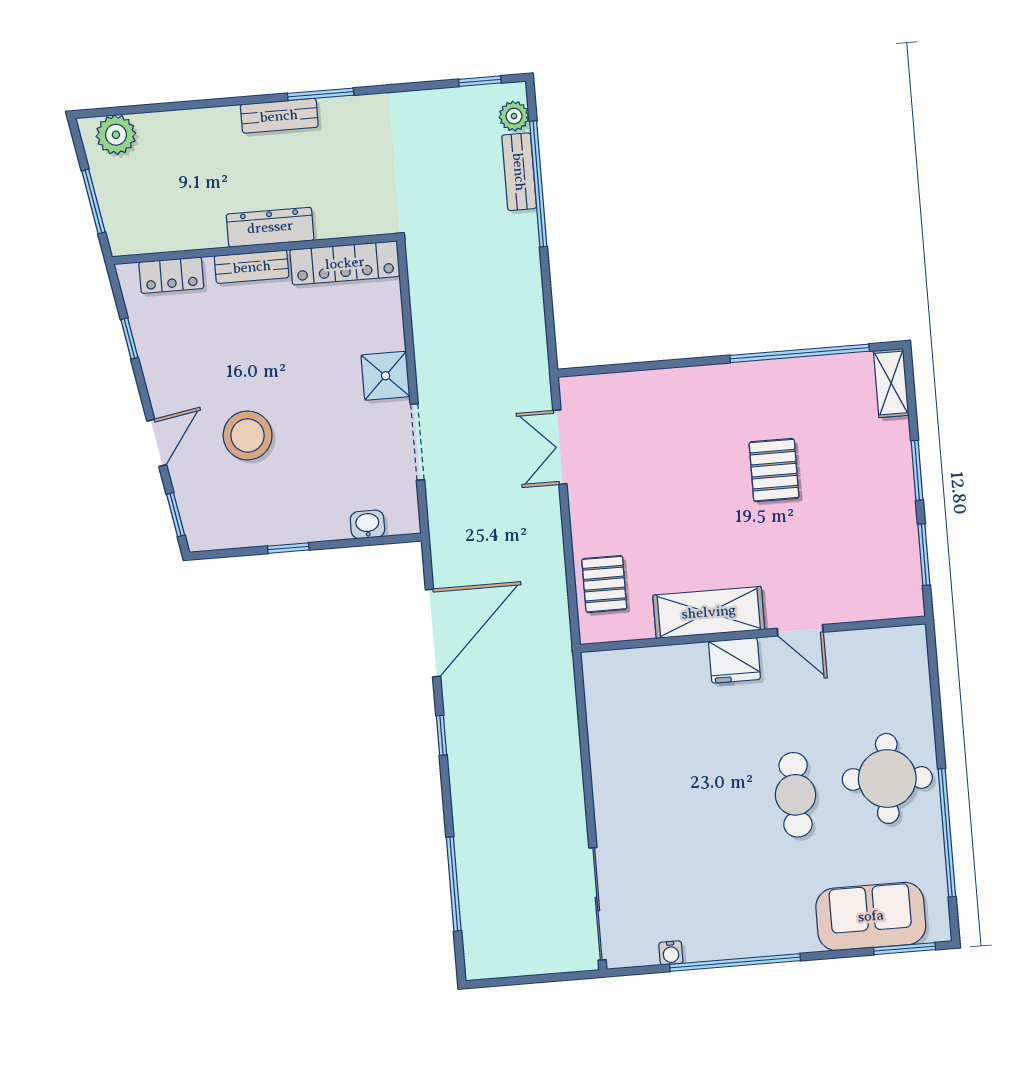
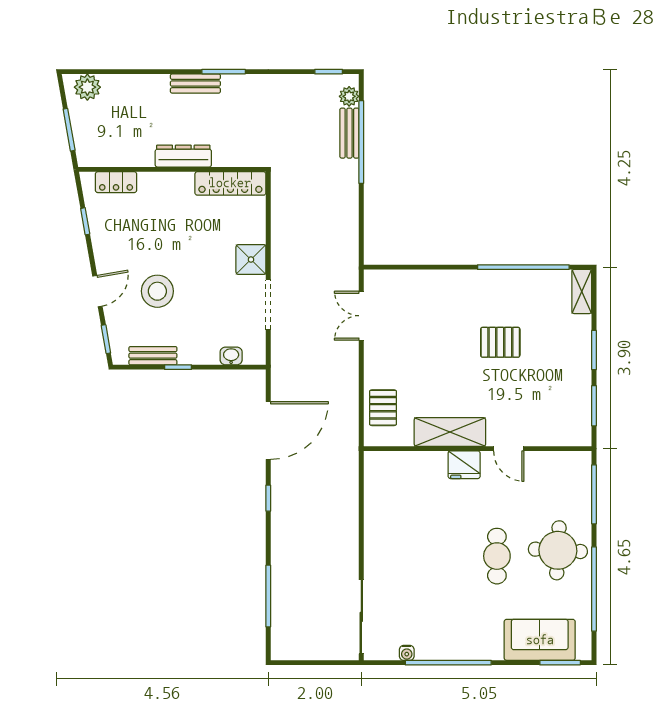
bench: (252, 267) -> (153, 356), moved
pallet: (774, 470) -> (500, 342), turned 90
window: (935, 689) -> (594, 494), added

